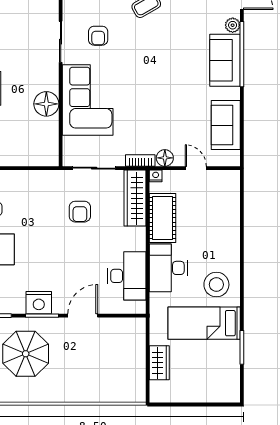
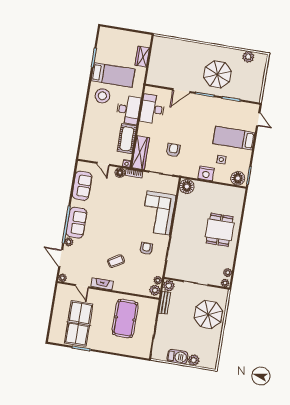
floor lamp: (46, 104) -> (187, 187), moved
nightstand: (39, 303) -> (206, 173), moved, turned 180

